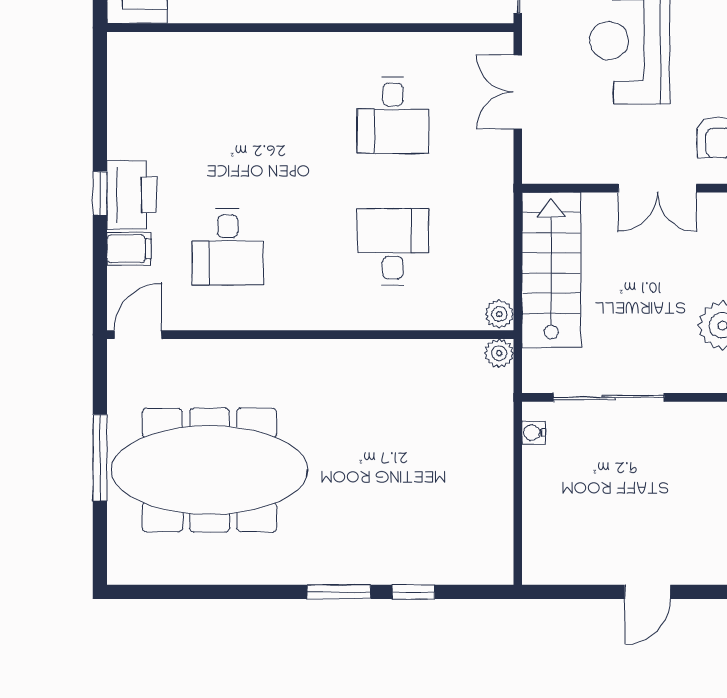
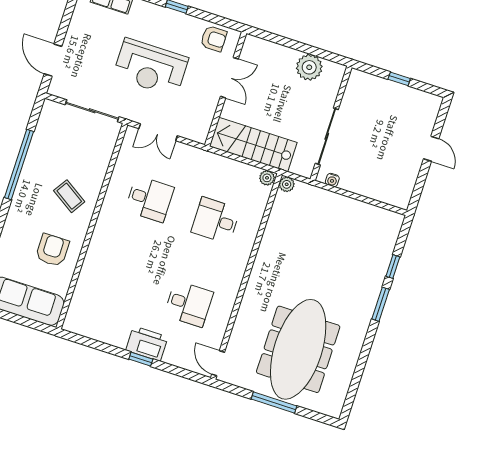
filing cabinet: (129, 249) -> (173, 354), removed

